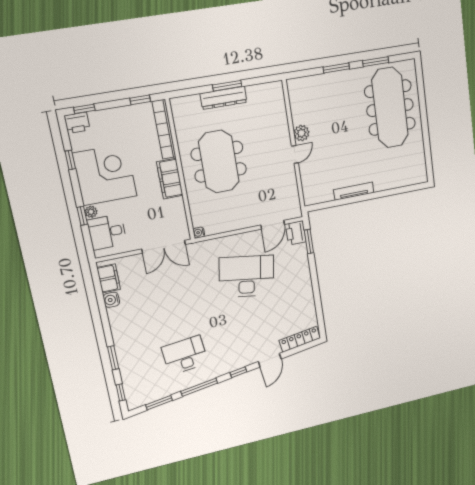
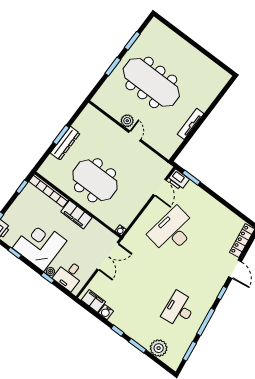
meeting table: (390, 108) -> (151, 82), moved
plant: (132, 376) -> (159, 348), added
window: (121, 392) -> (117, 331), moved

